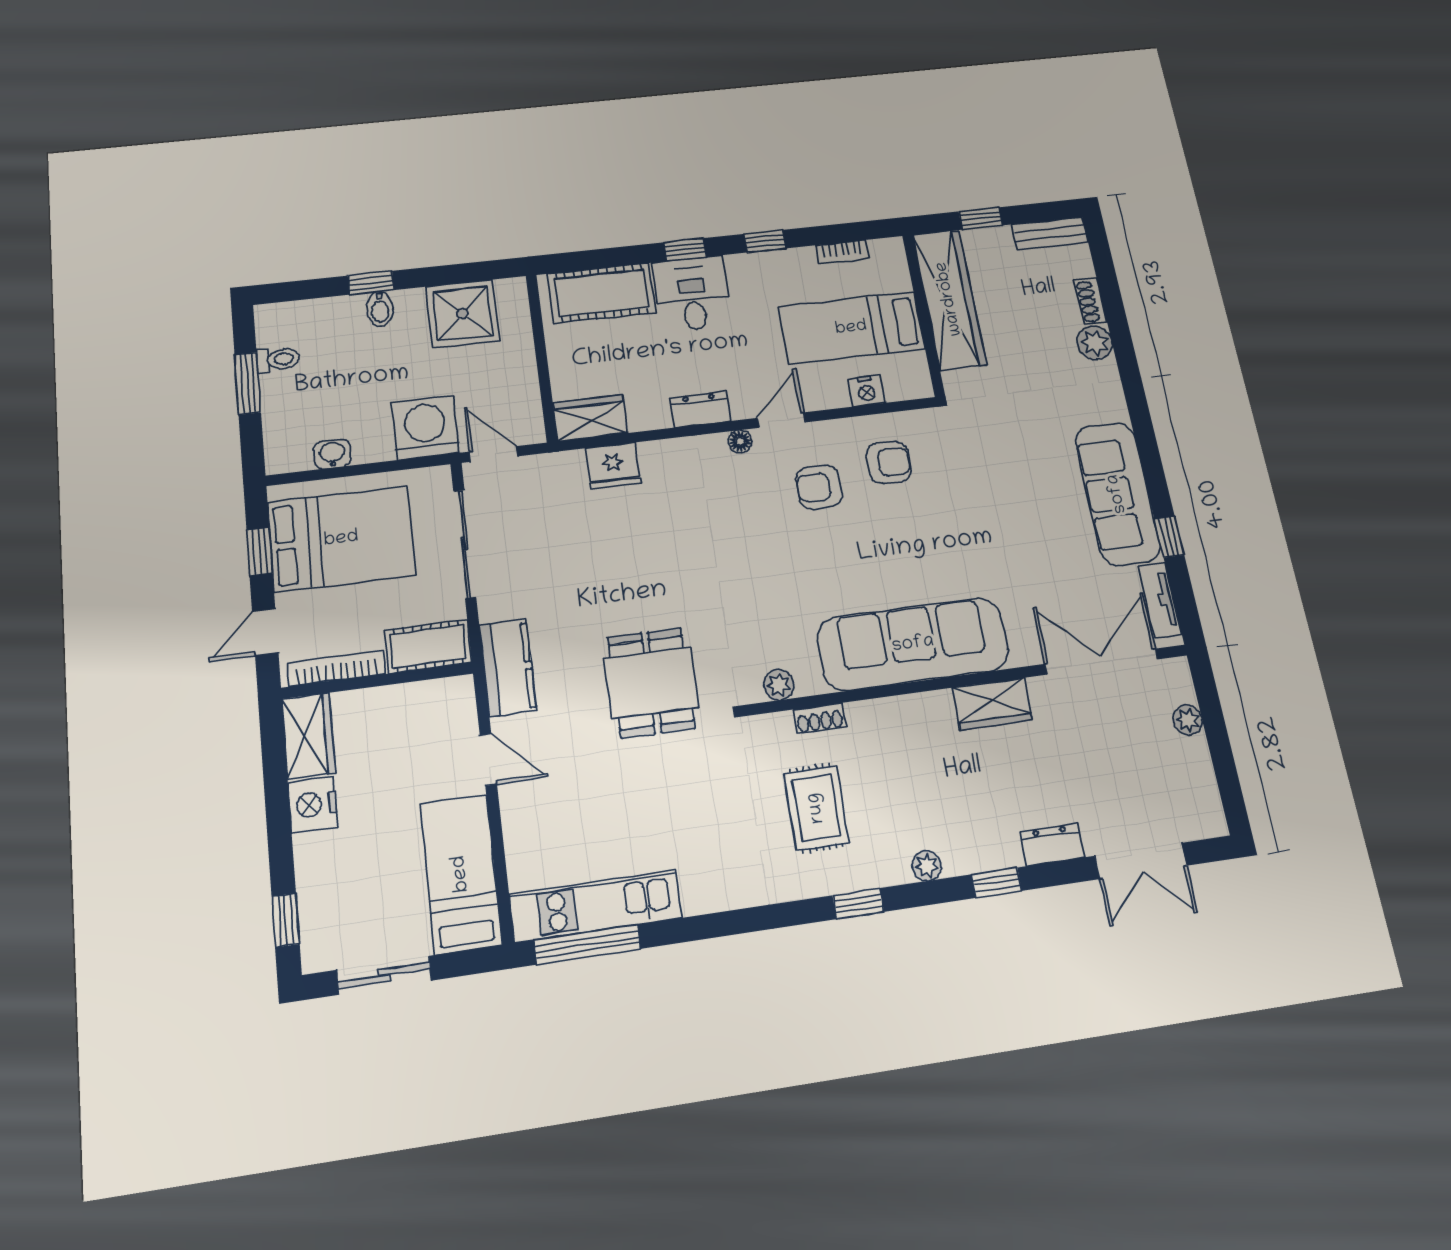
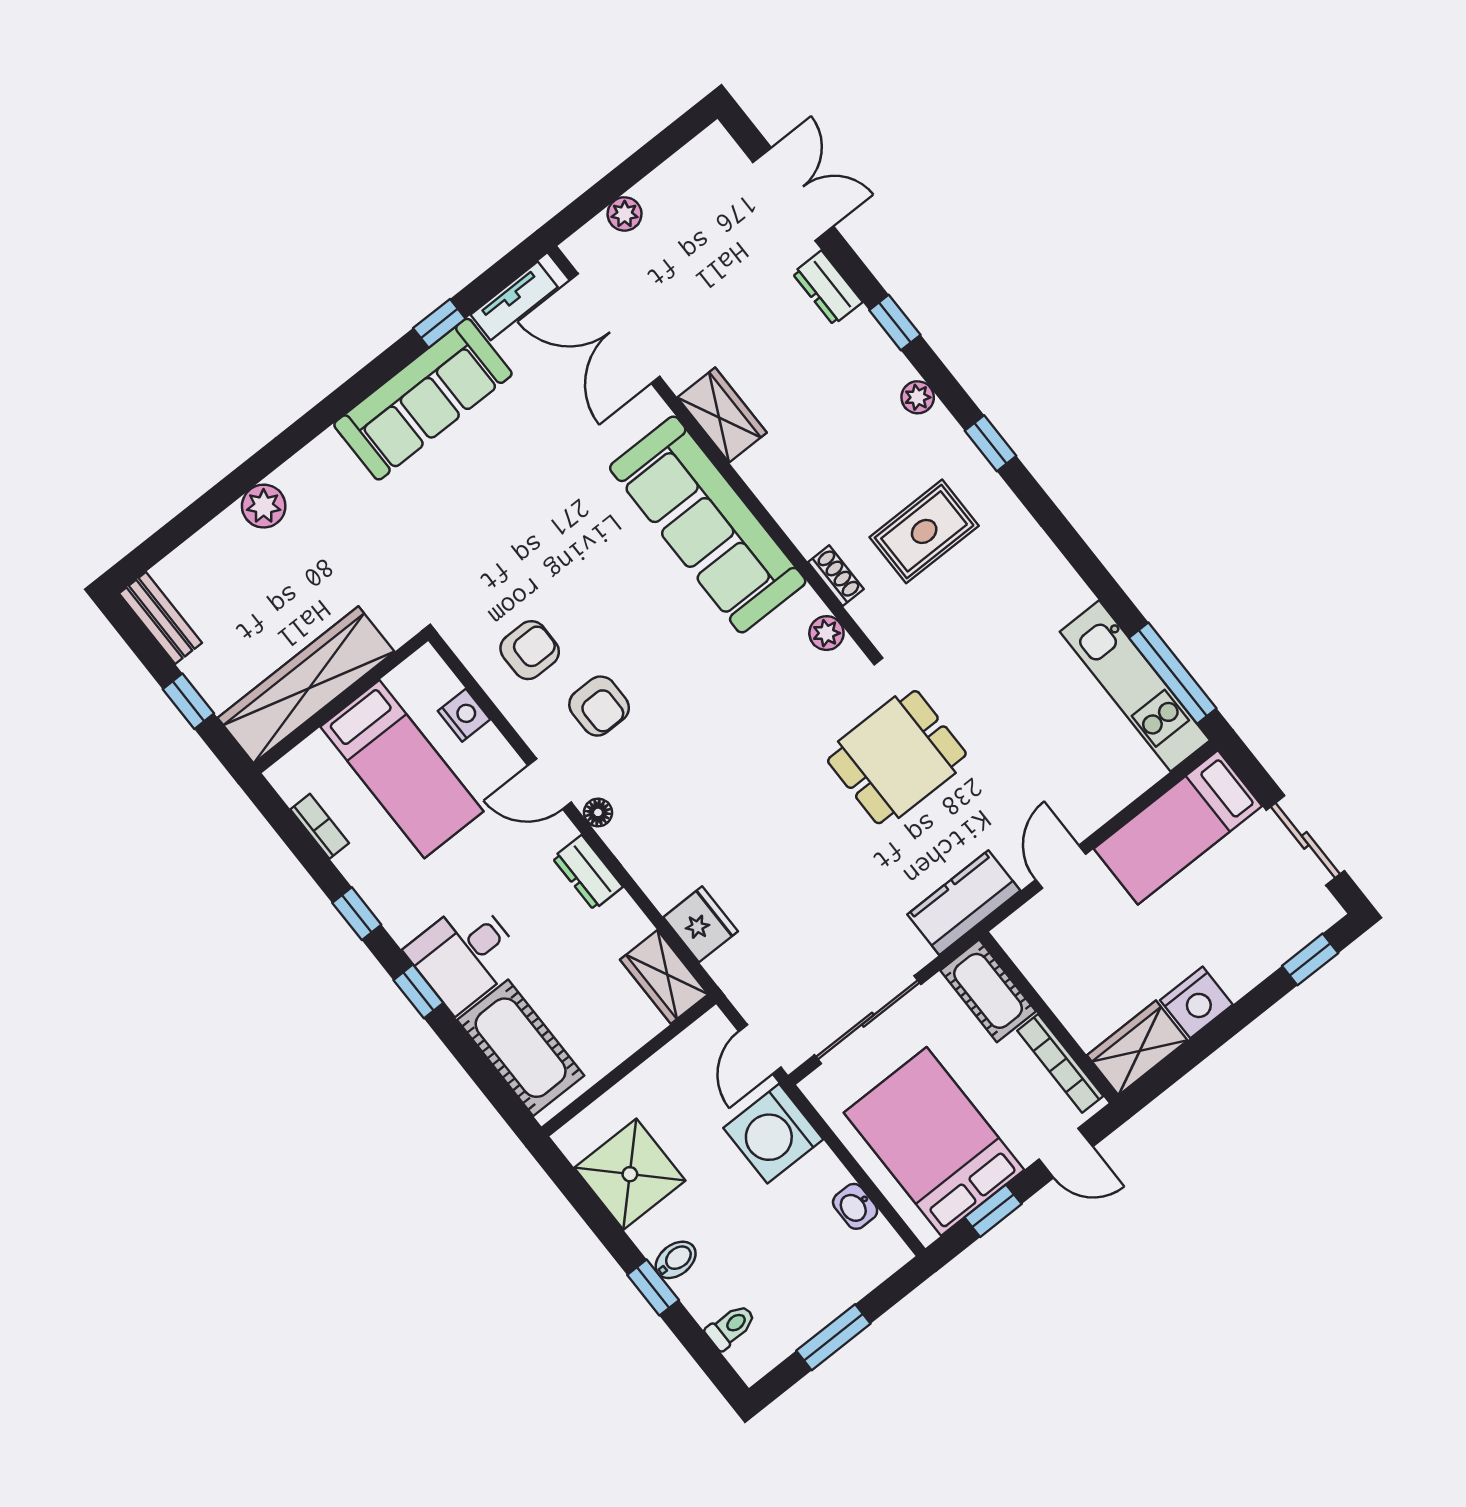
shoe rack: (1091, 301) -> (217, 534), removed
toilet: (278, 359) -> (731, 1327), moved, turned 90
armchair: (889, 462) -> (530, 650), turned 89

